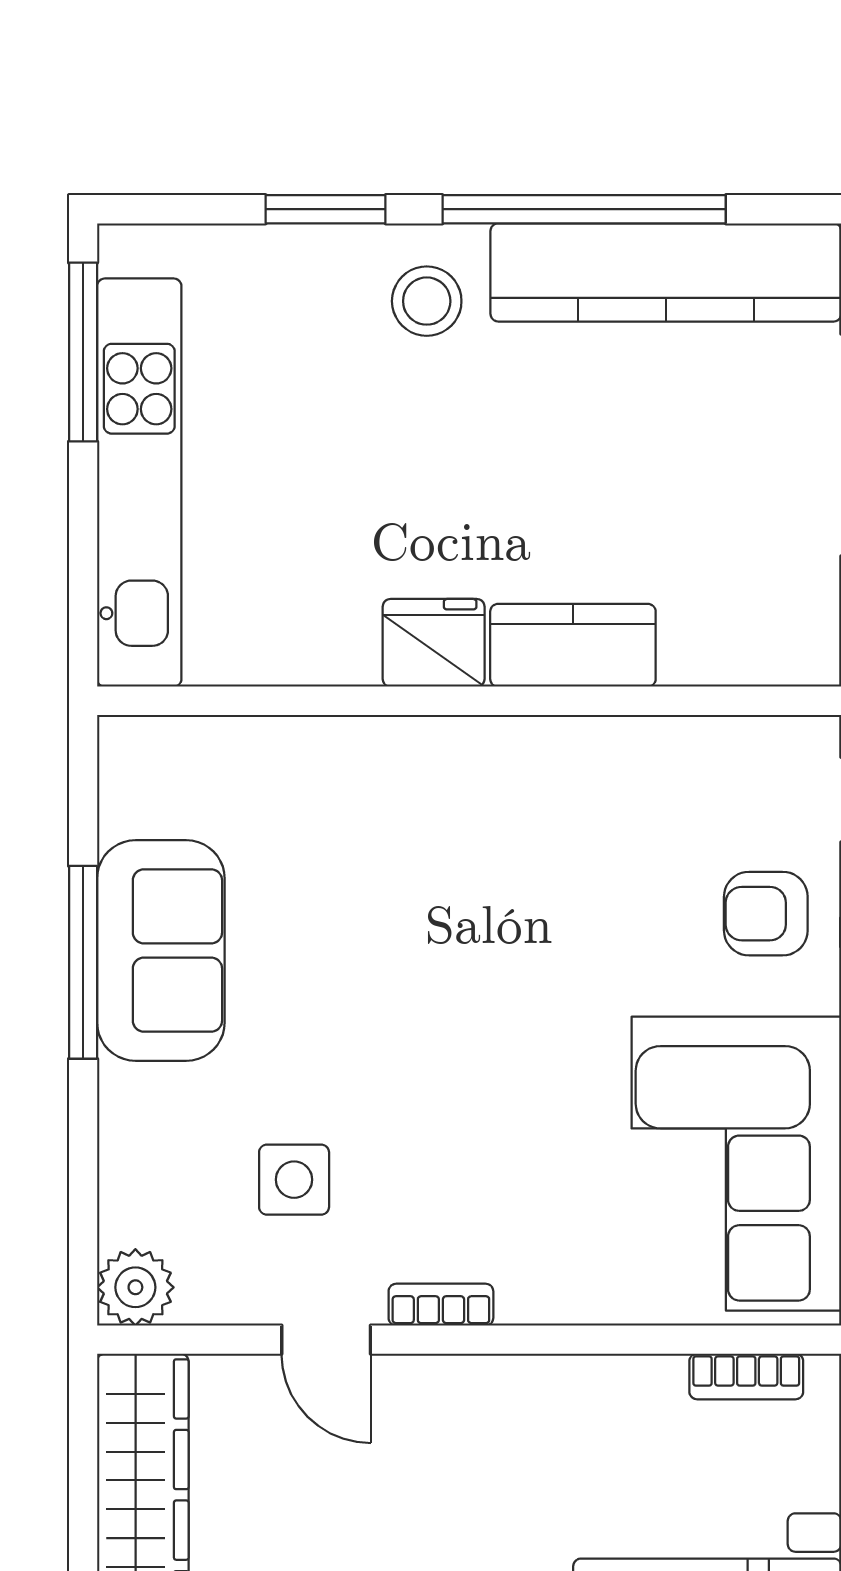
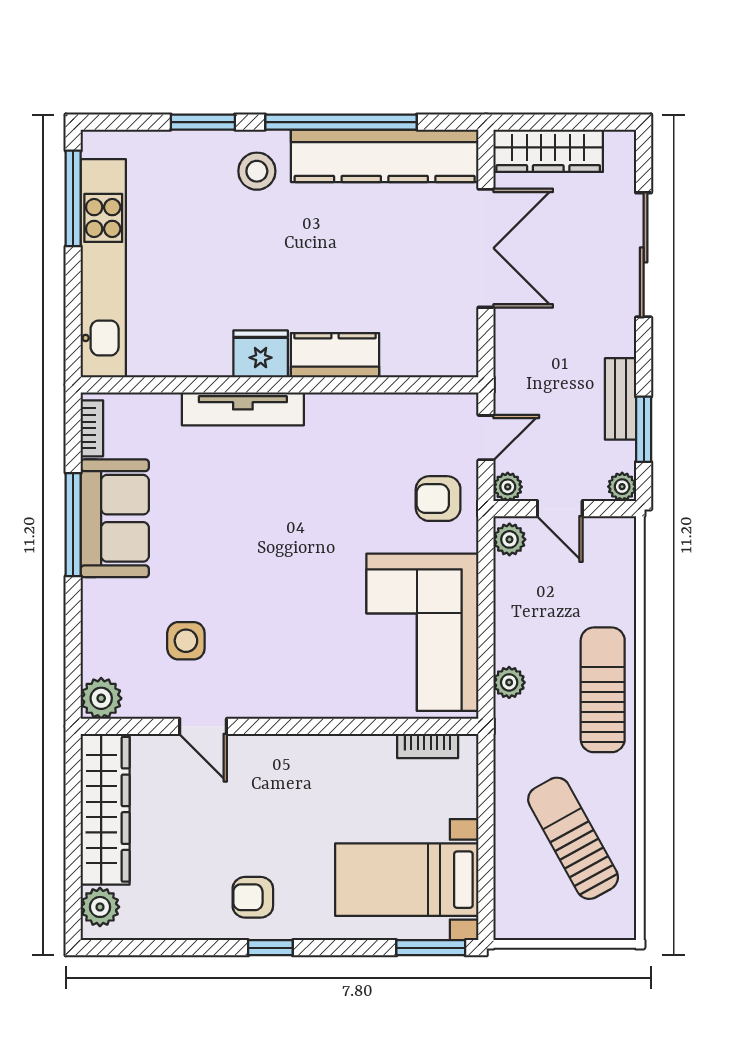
tv unit: (401, 746) -> (243, 409), added
bookcase: (441, 1305) -> (92, 428), moved, turned 90

